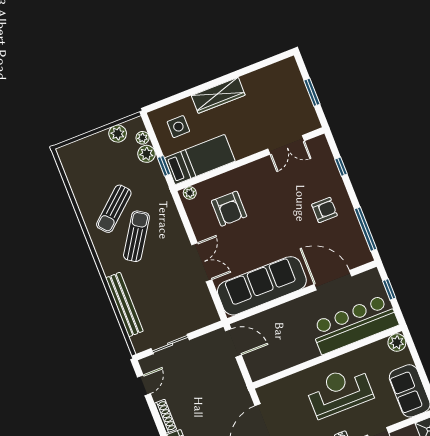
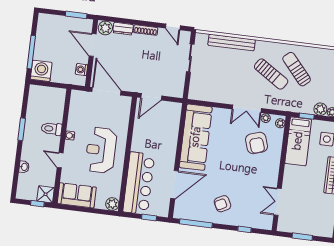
armchair: (229, 209) -> (257, 143), turned -109
armchair: (324, 210) -> (222, 204), turned 63
plant: (193, 214) -> (266, 118), added
double door: (202, 262) -> (247, 109), moved
door: (233, 343) -> (151, 97), moved
reception desk: (339, 391) -> (101, 150), turned 180

